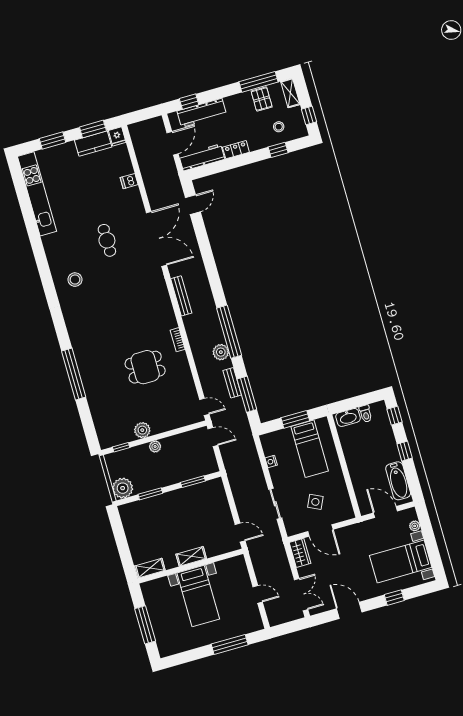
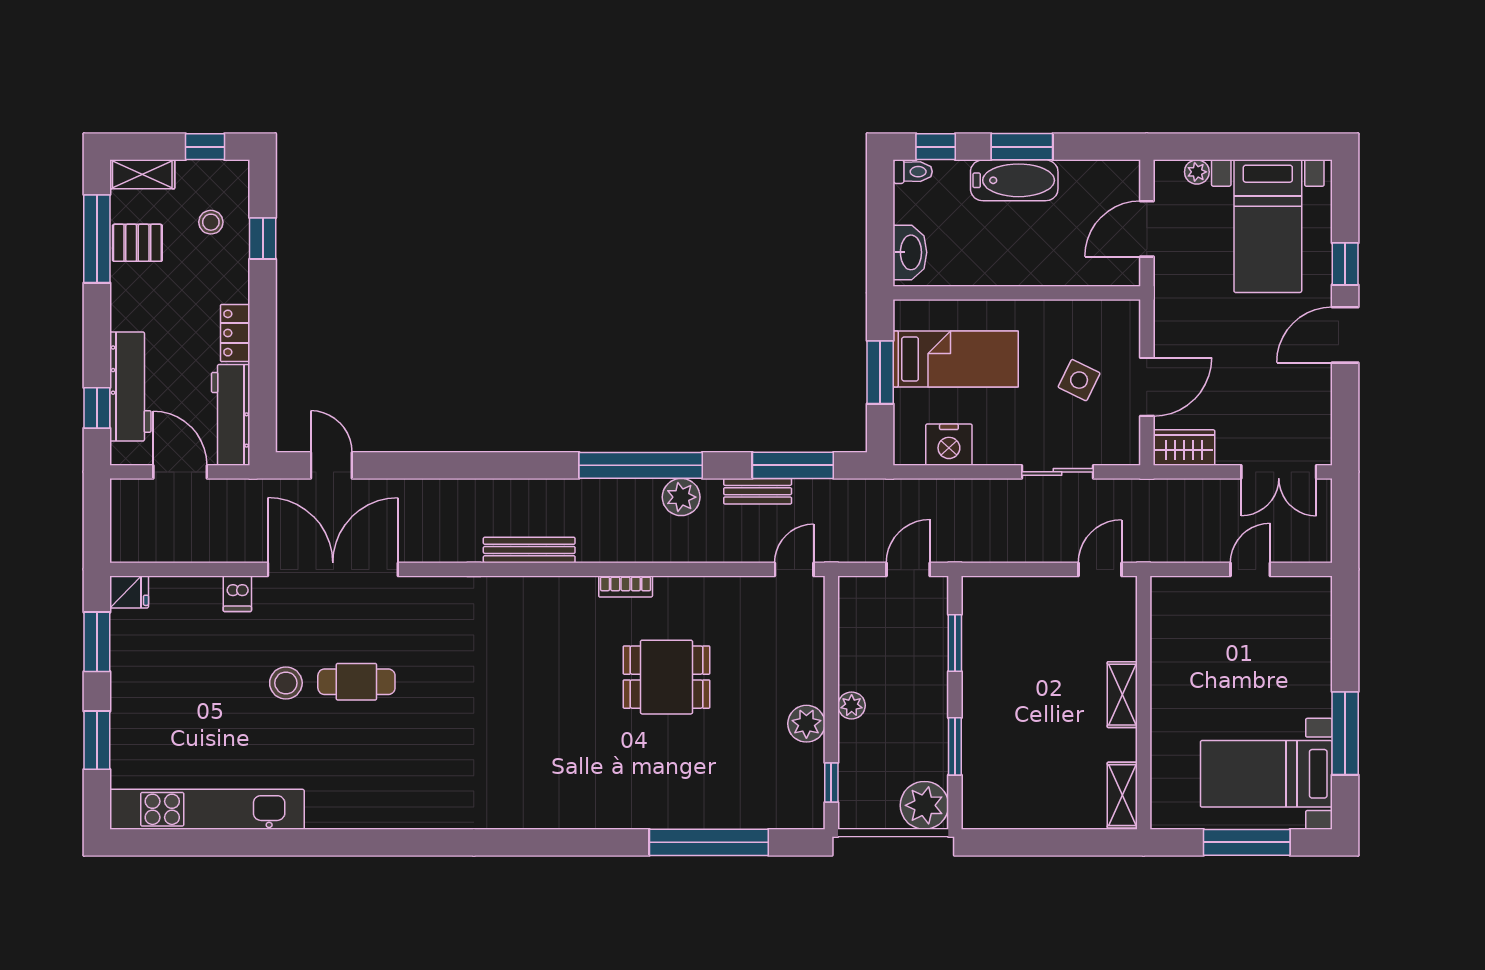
kitchen counter: (93, 144) -> (130, 651), removed
double door: (156, 239) -> (333, 569), moved
stool: (75, 280) -> (286, 683), moved
dining table: (145, 367) -> (666, 677), turned 90
window: (74, 374) -> (709, 842), moved
toilet: (366, 414) -> (913, 172), moved
door: (213, 437) -> (908, 569), moved
window: (405, 451) -> (1022, 147), width x1.50
nightstand: (271, 461) -> (949, 445), width x1.89, depth x1.79
bathtub: (398, 481) -> (1014, 180), moved
double door: (301, 595) -> (1279, 472), swing flipped
bed with nightstands: (198, 596) -> (1266, 774), moved, turned 180
door: (349, 610) -> (1345, 335), moved
window: (230, 644) -> (1345, 733), moved

